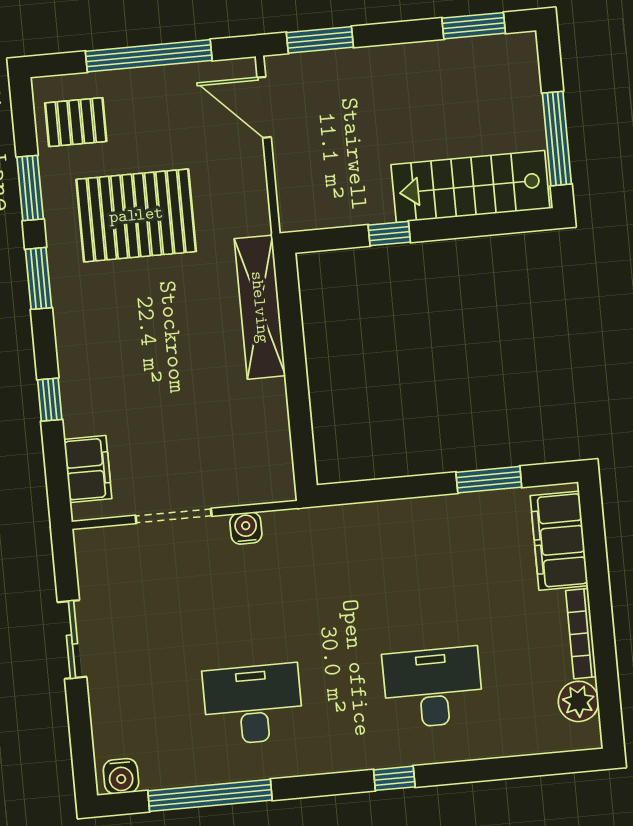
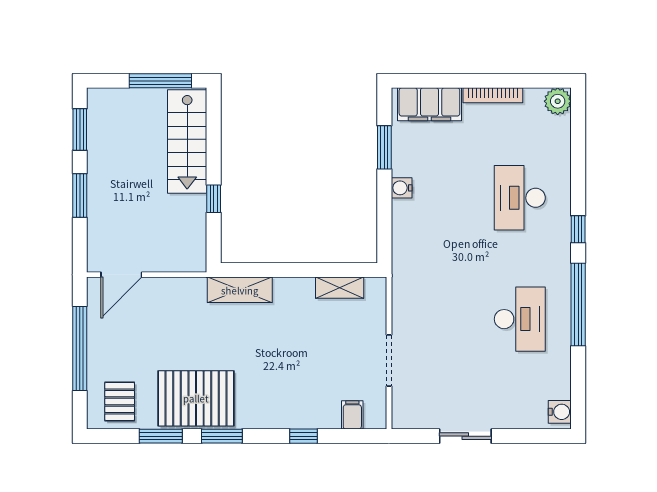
window: (320, 40) -> (80, 195), moved
pallet: (136, 215) -> (196, 398), moved, turned 90
shelving: (260, 307) -> (240, 290), width x0.68
shelving: (275, 433) -> (340, 288), added
filing cabinet: (88, 469) -> (352, 415), width x0.50
water cooler: (246, 528) -> (402, 188), moved
plant: (579, 701) -> (558, 101), moved
desk: (253, 704) -> (520, 319), turned 180
window: (210, 795) -> (578, 305), moved

